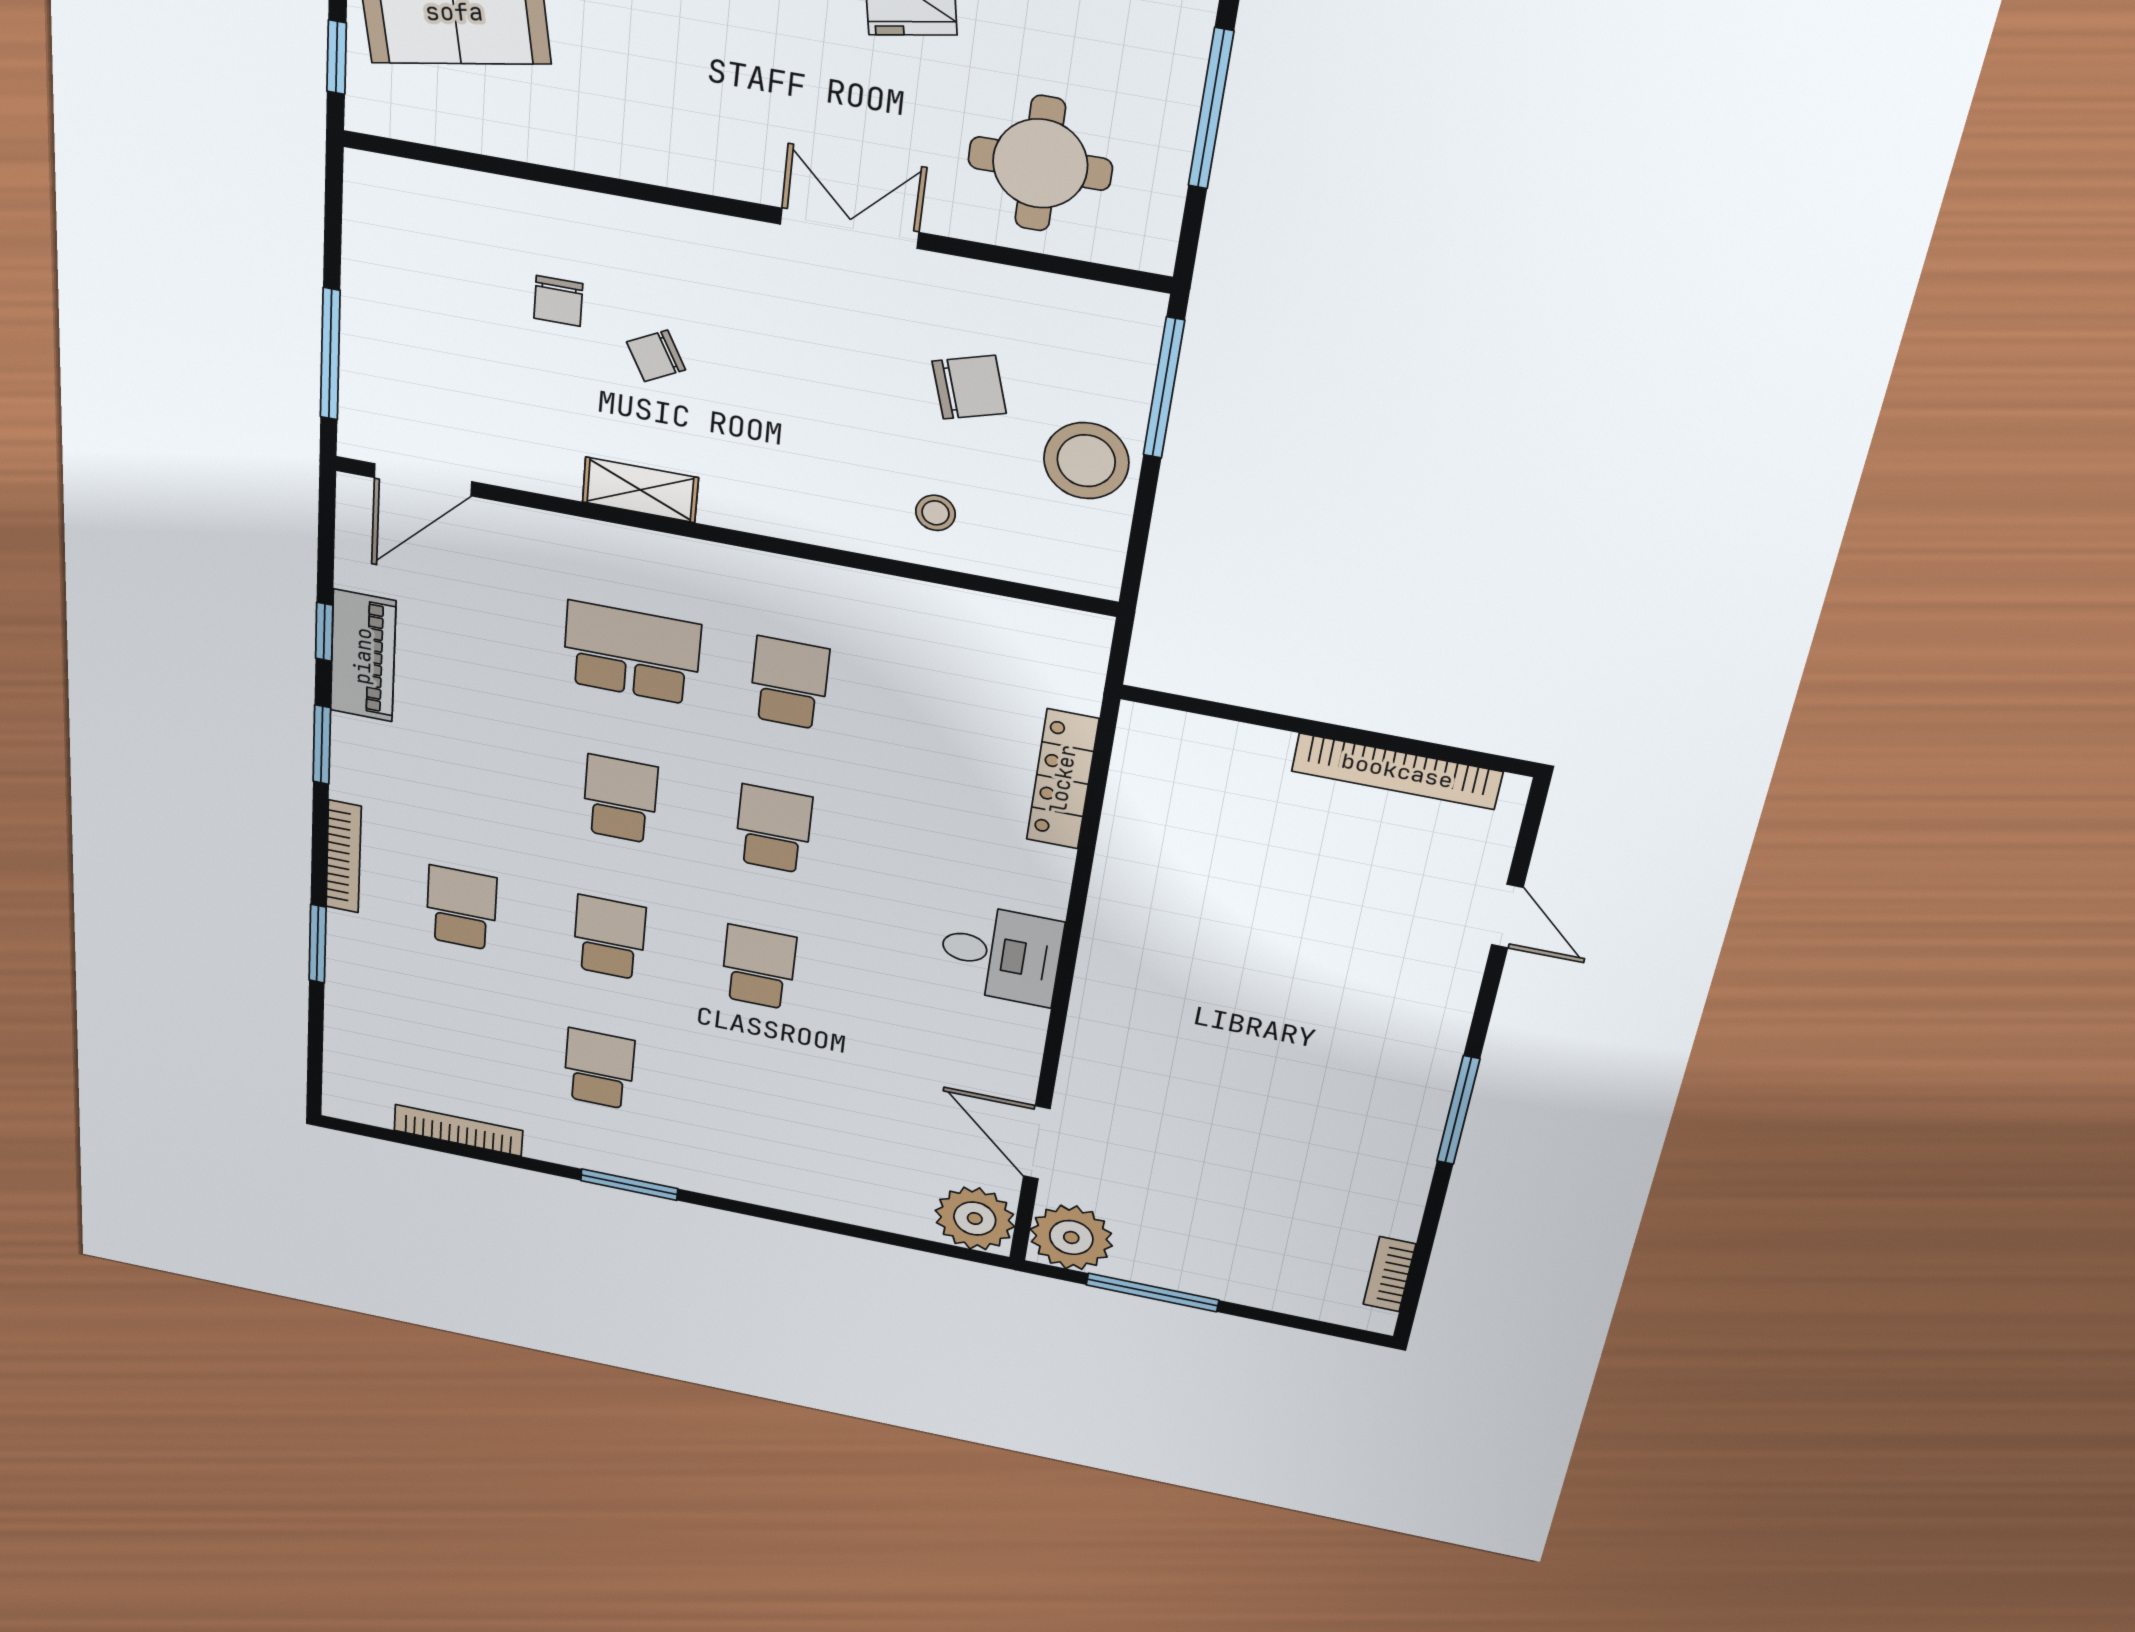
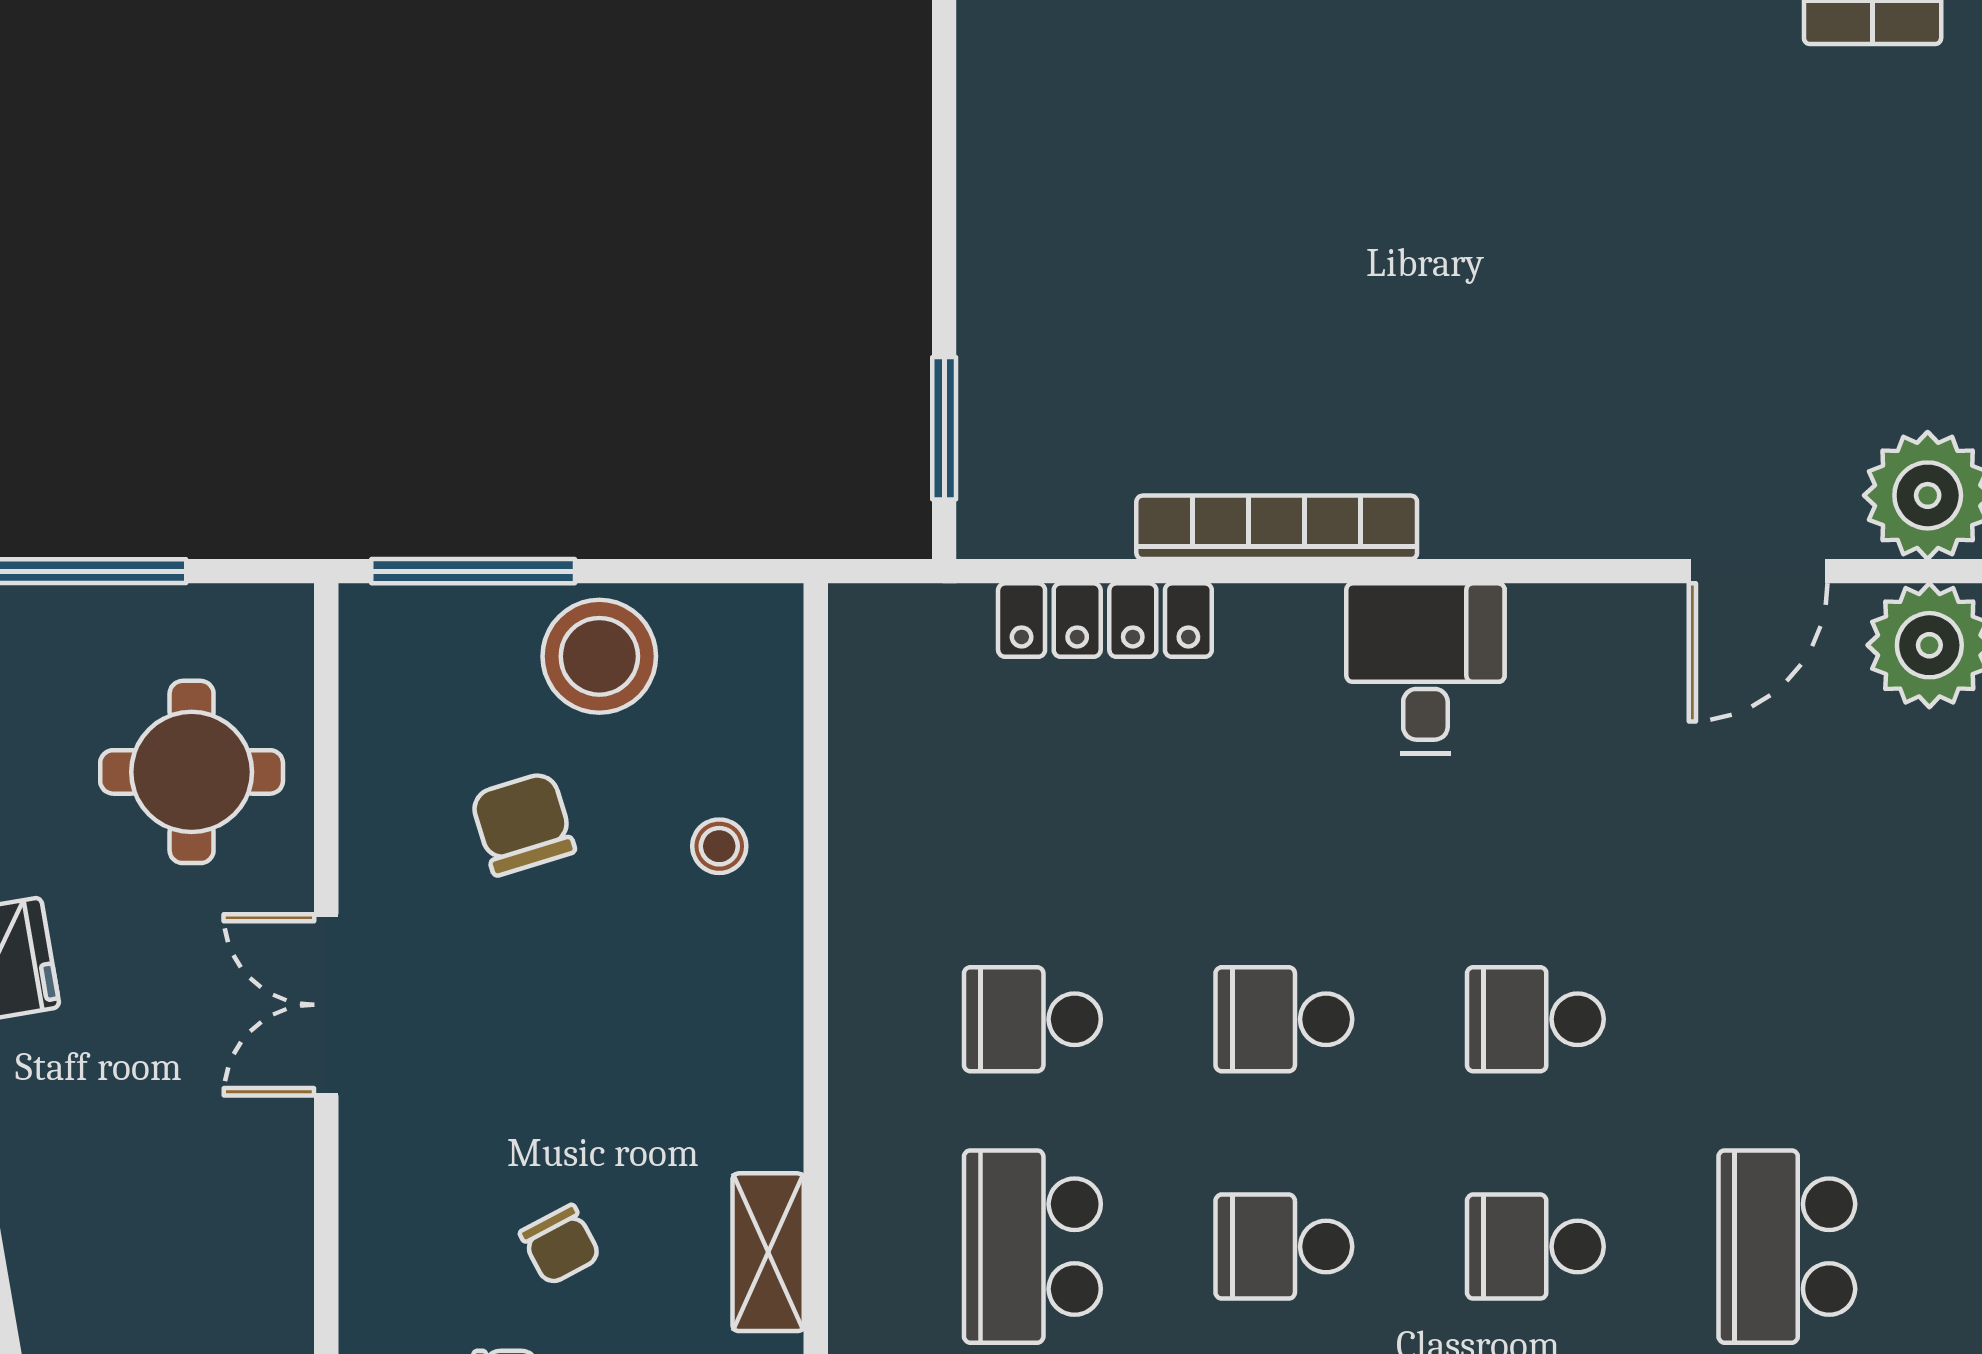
window: (1216, 710) -> (944, 428), added
bookcase: (1397, 771) -> (1277, 527), moved, turned -90
school desk: (599, 1069) -> (1787, 1247), width x1.85

